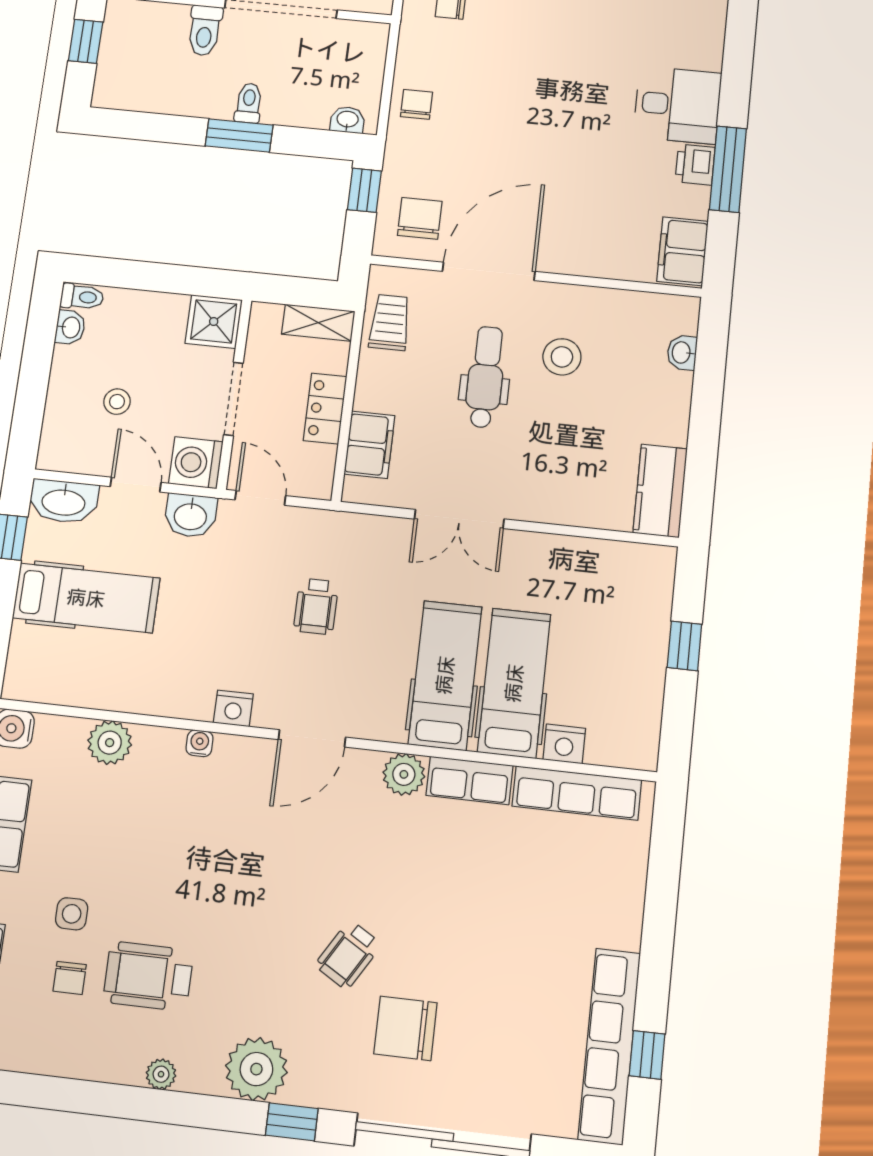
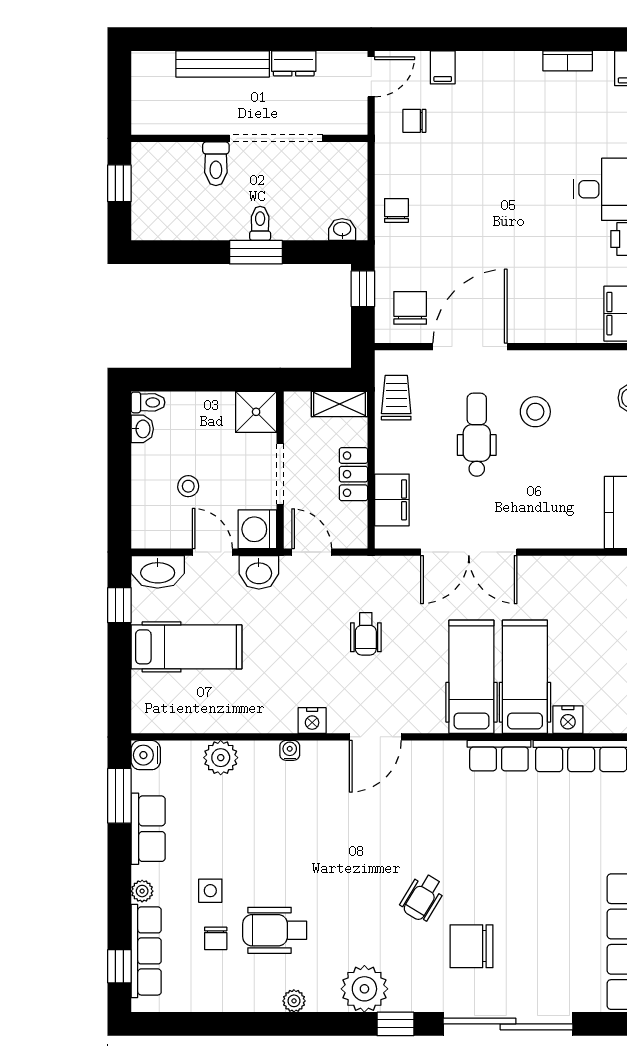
double door: (459, 519) -> (469, 552), width x1.37
plant: (404, 774) -> (449, 757), removed

